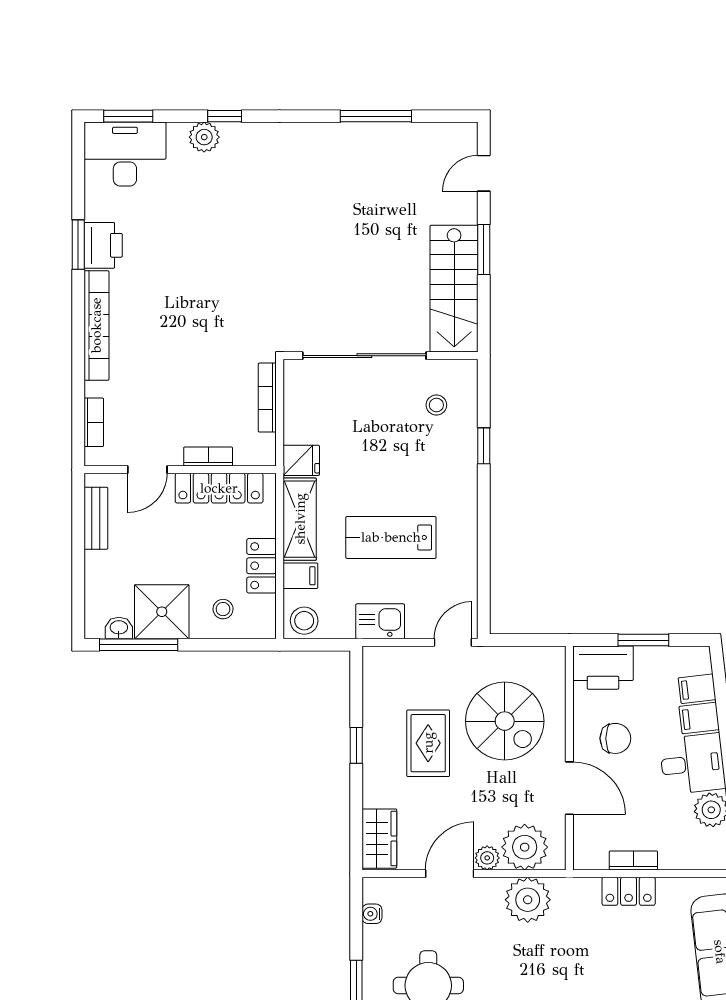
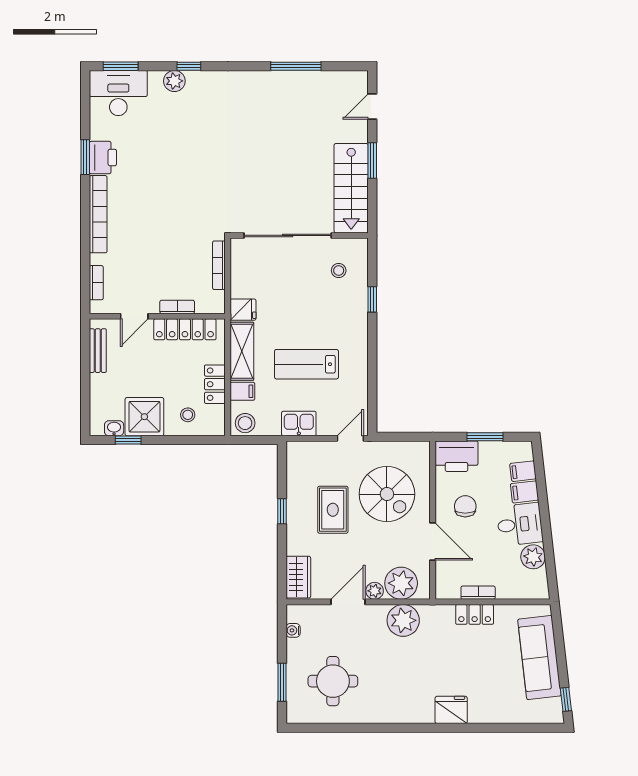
window: (139, 645) -> (128, 440), width x0.46
chair: (615, 738) -> (465, 506), turned -90

